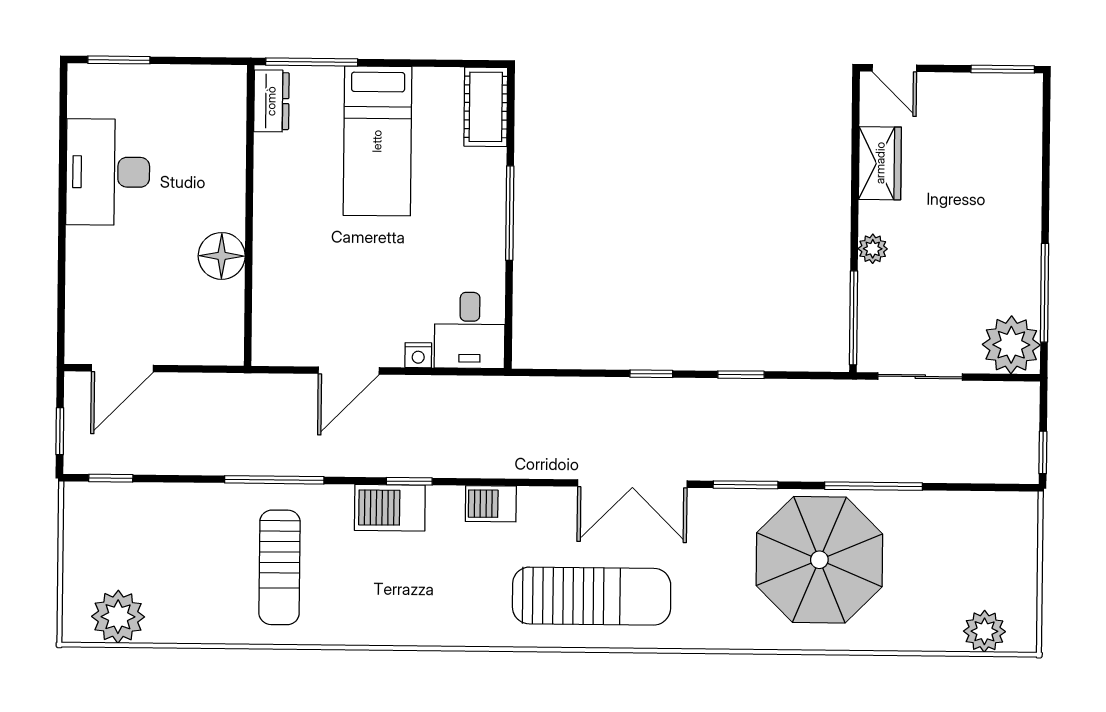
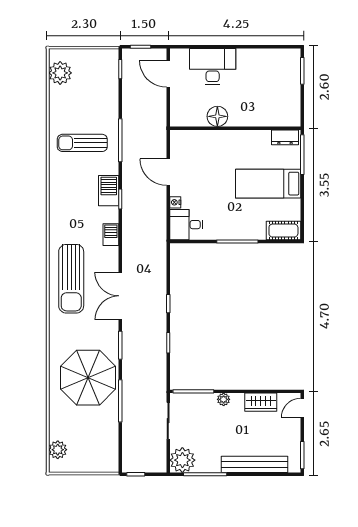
desk: (108, 172) -> (213, 67), moved
bench: (1023, 179) -> (255, 464), added

